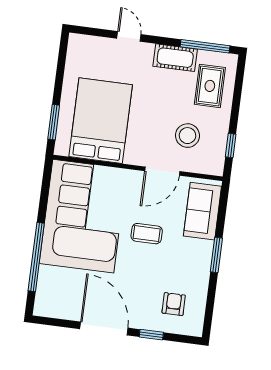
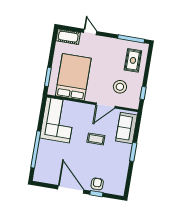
cot: (175, 58) -> (68, 37), moved
corner sofa: (83, 216) -> (58, 120), width x0.73, depth x0.74
armchair: (174, 304) -> (97, 184), moved

